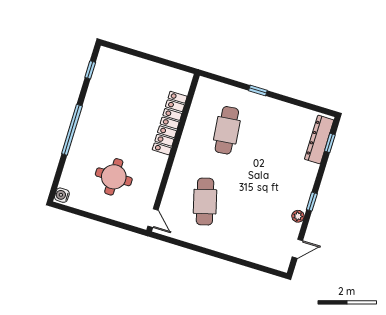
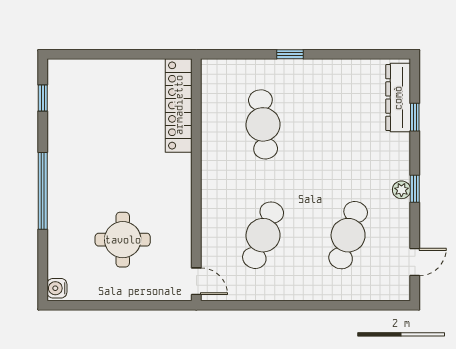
locker: (170, 123) -> (179, 105), moved
window: (330, 143) -> (415, 117), moved
cafe table: (205, 202) -> (263, 235), turned 36
plant: (298, 216) -> (401, 190), moved
cafe table: (260, 218) -> (348, 235), added

